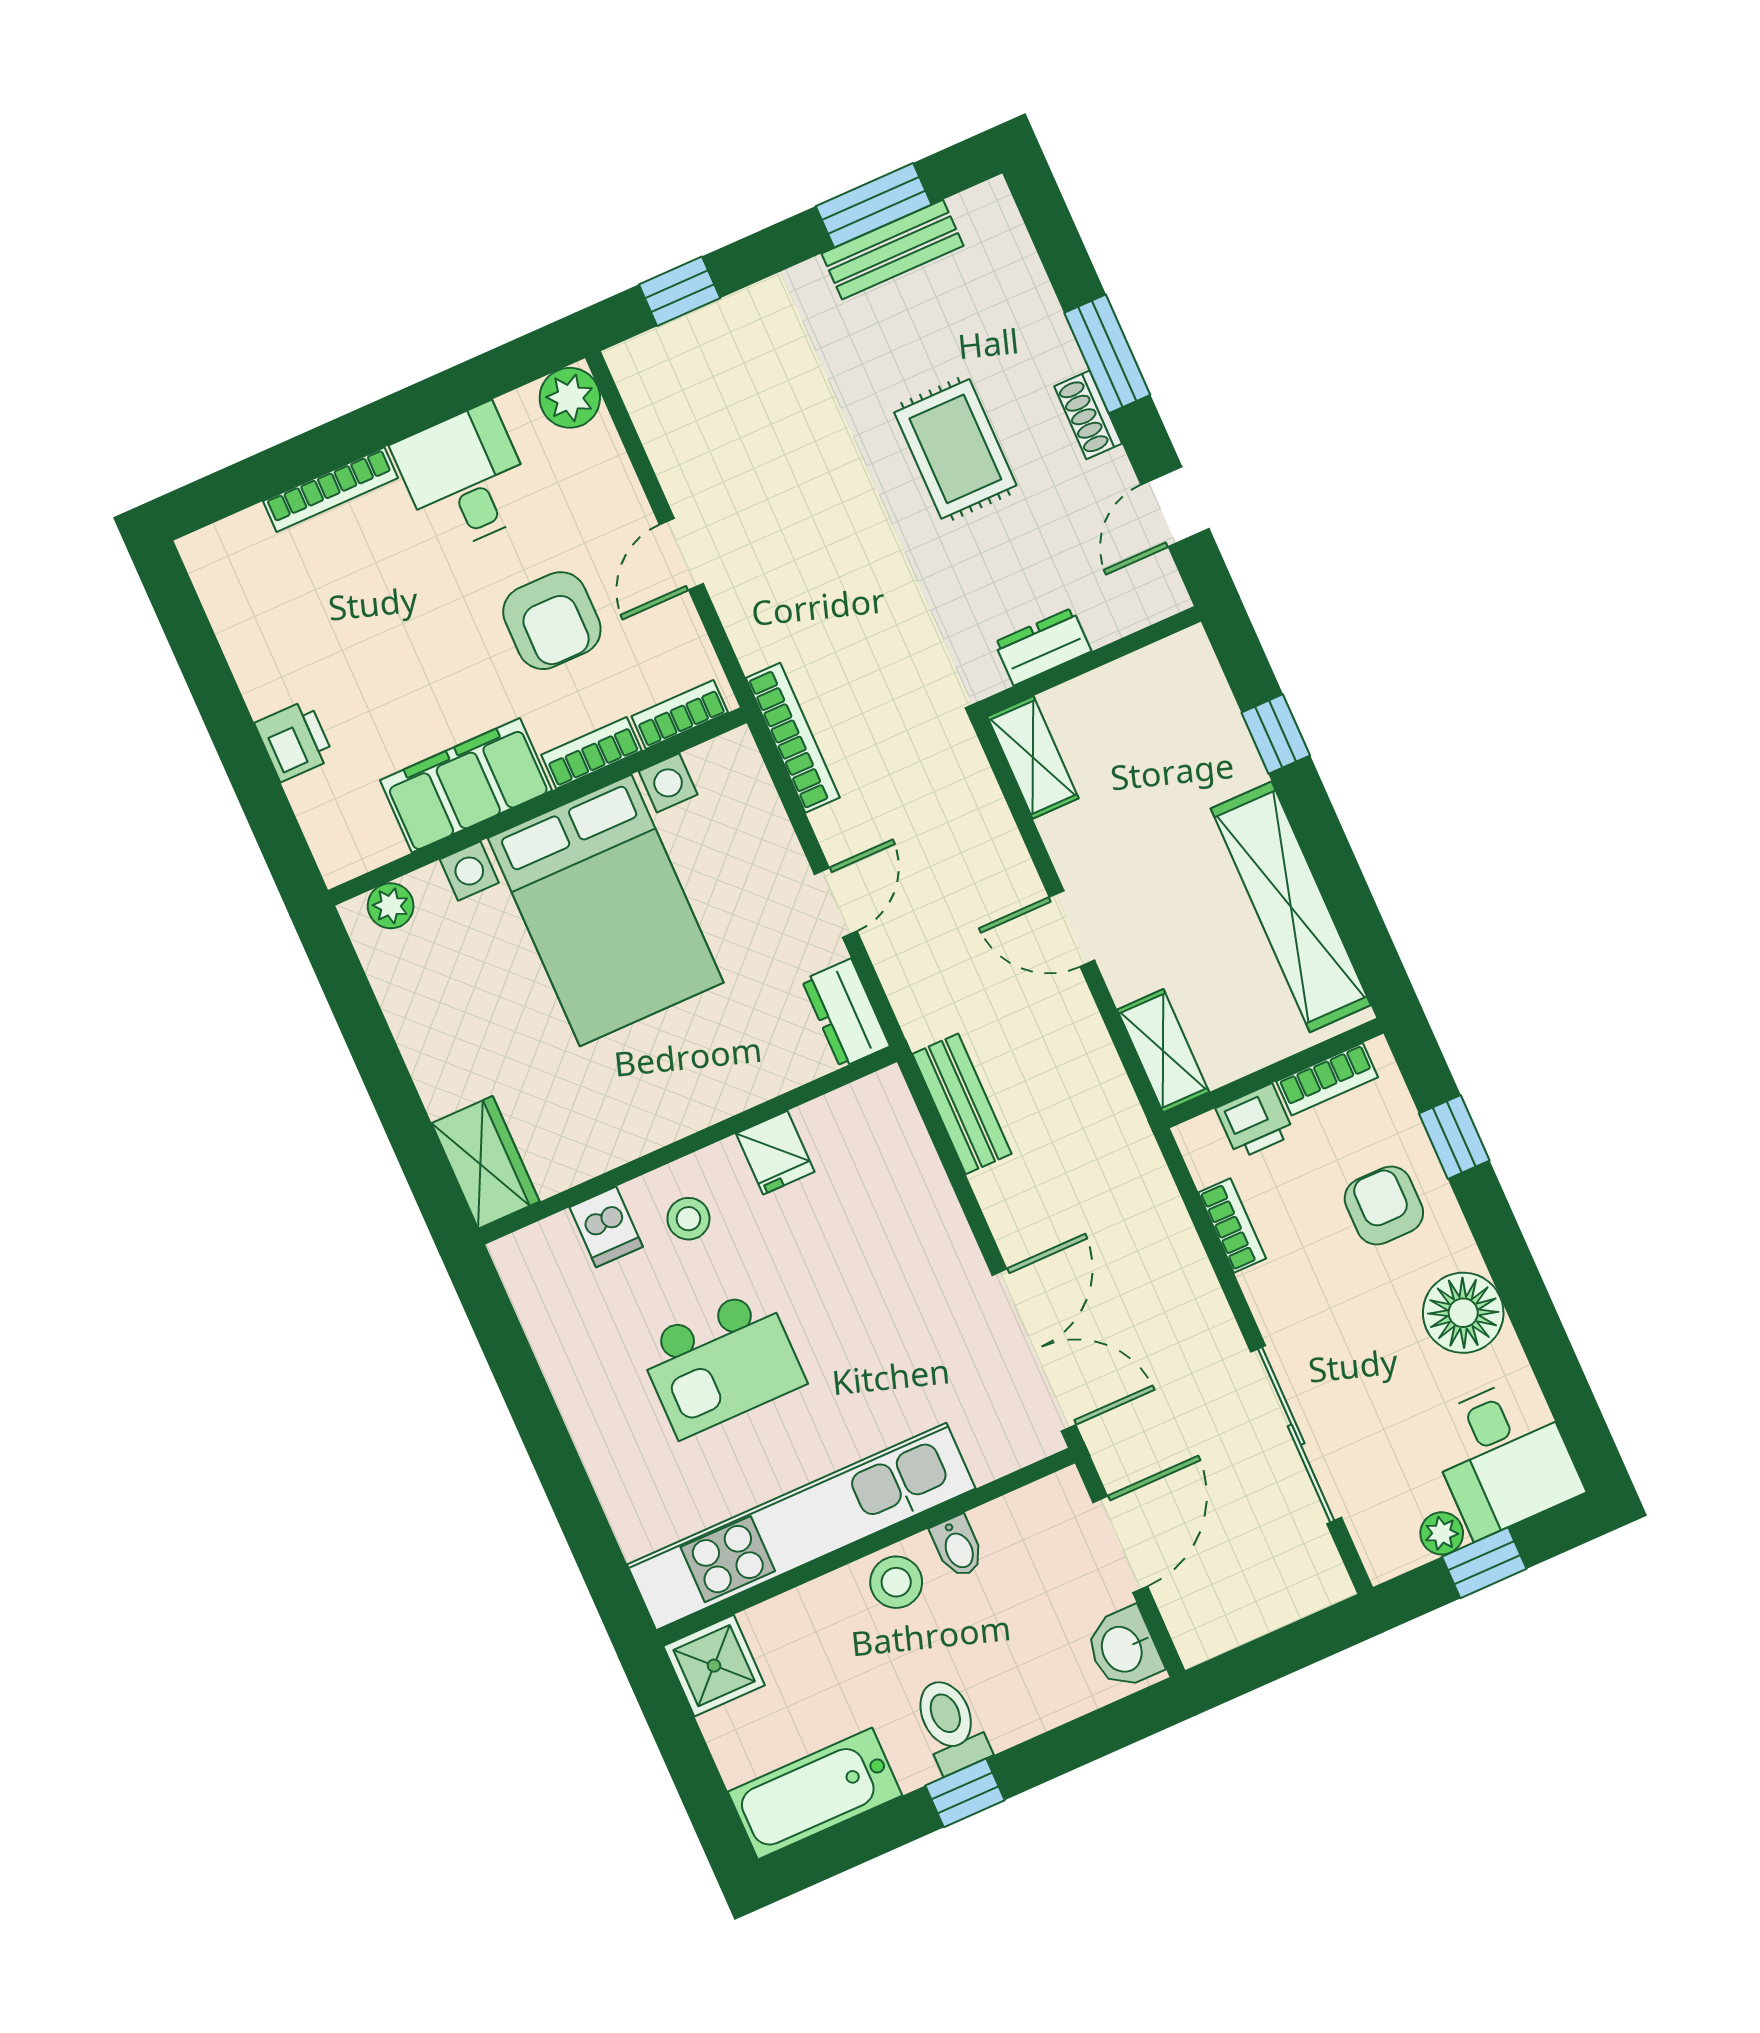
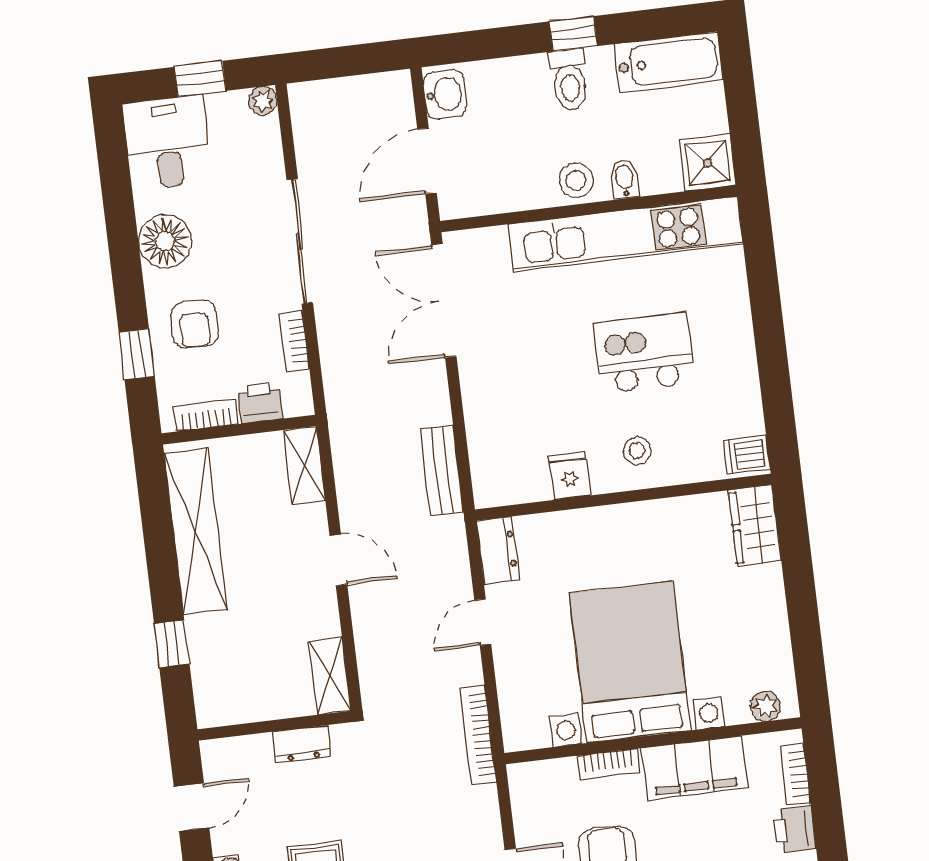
bookcase: (680, 714) -> (795, 775), moved, turned 90
dishwasher: (606, 1227) -> (747, 454), moved, turned -90
sliding door: (1296, 1435) -> (300, 241), moved
plant: (1442, 1533) -> (263, 101), moved
bidet: (958, 1547) -> (624, 180), moved

